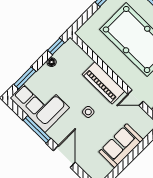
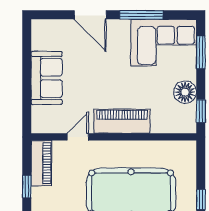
floor lamp: (52, 62) -> (185, 92), width x1.89, depth x1.89
side table: (88, 112) -> (109, 79), removed

